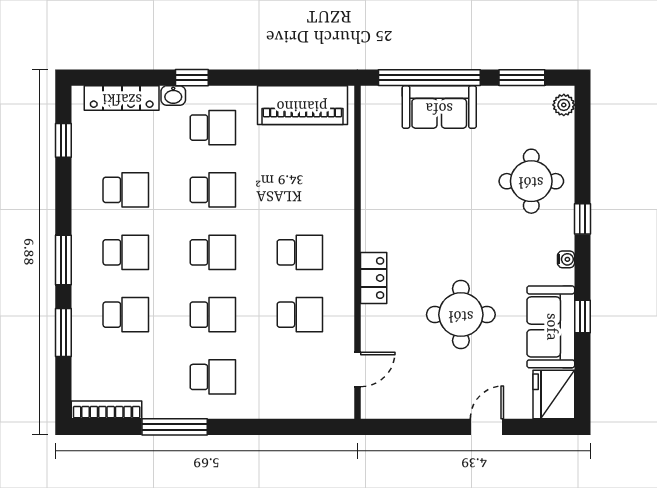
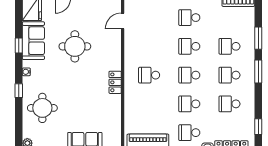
locker: (374, 278) -> (115, 82), moved
school desk: (300, 315) -> (149, 46), removed

